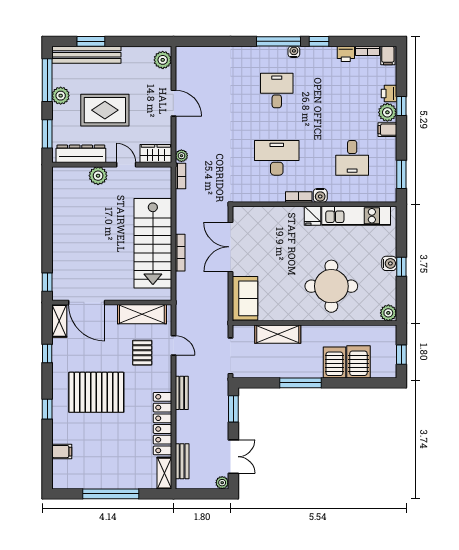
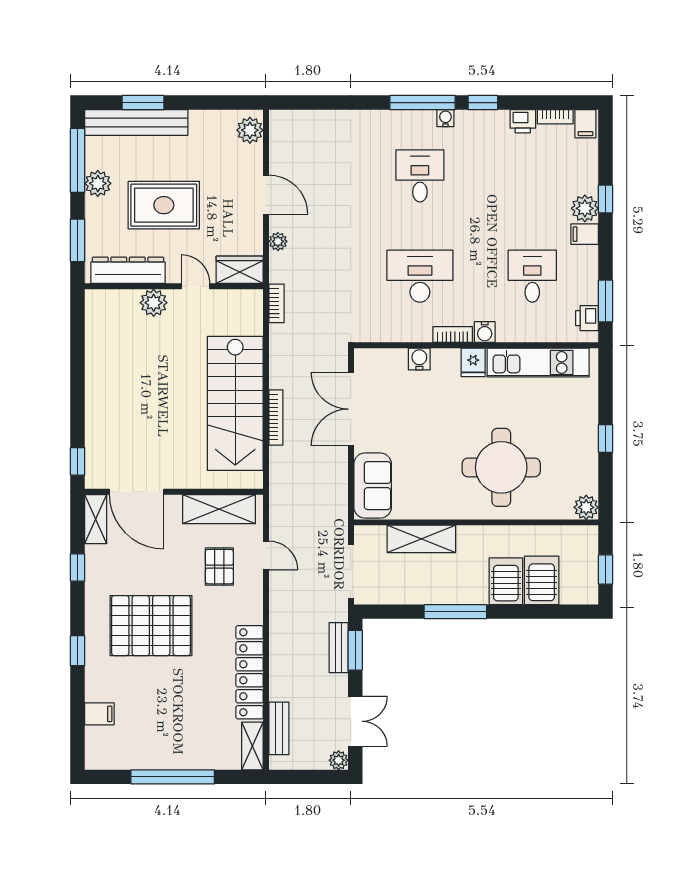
printer: (389, 94) -> (587, 318), moved
plant: (181, 156) -> (278, 241), moved
desk: (352, 158) -> (532, 276), turned 180
water cooler: (389, 263) -> (419, 359), moved, turned -90
bench: (182, 393) -> (339, 648), moved

